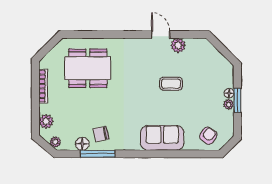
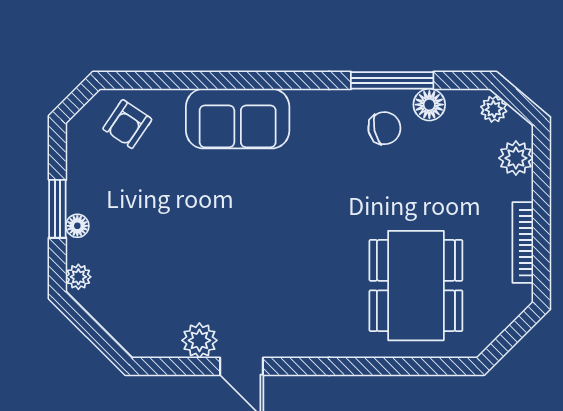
dining table: (88, 68) -> (416, 286), turned 90
coffee table: (171, 84) -> (216, 249), removed
plant: (229, 104) -> (78, 277), moved

